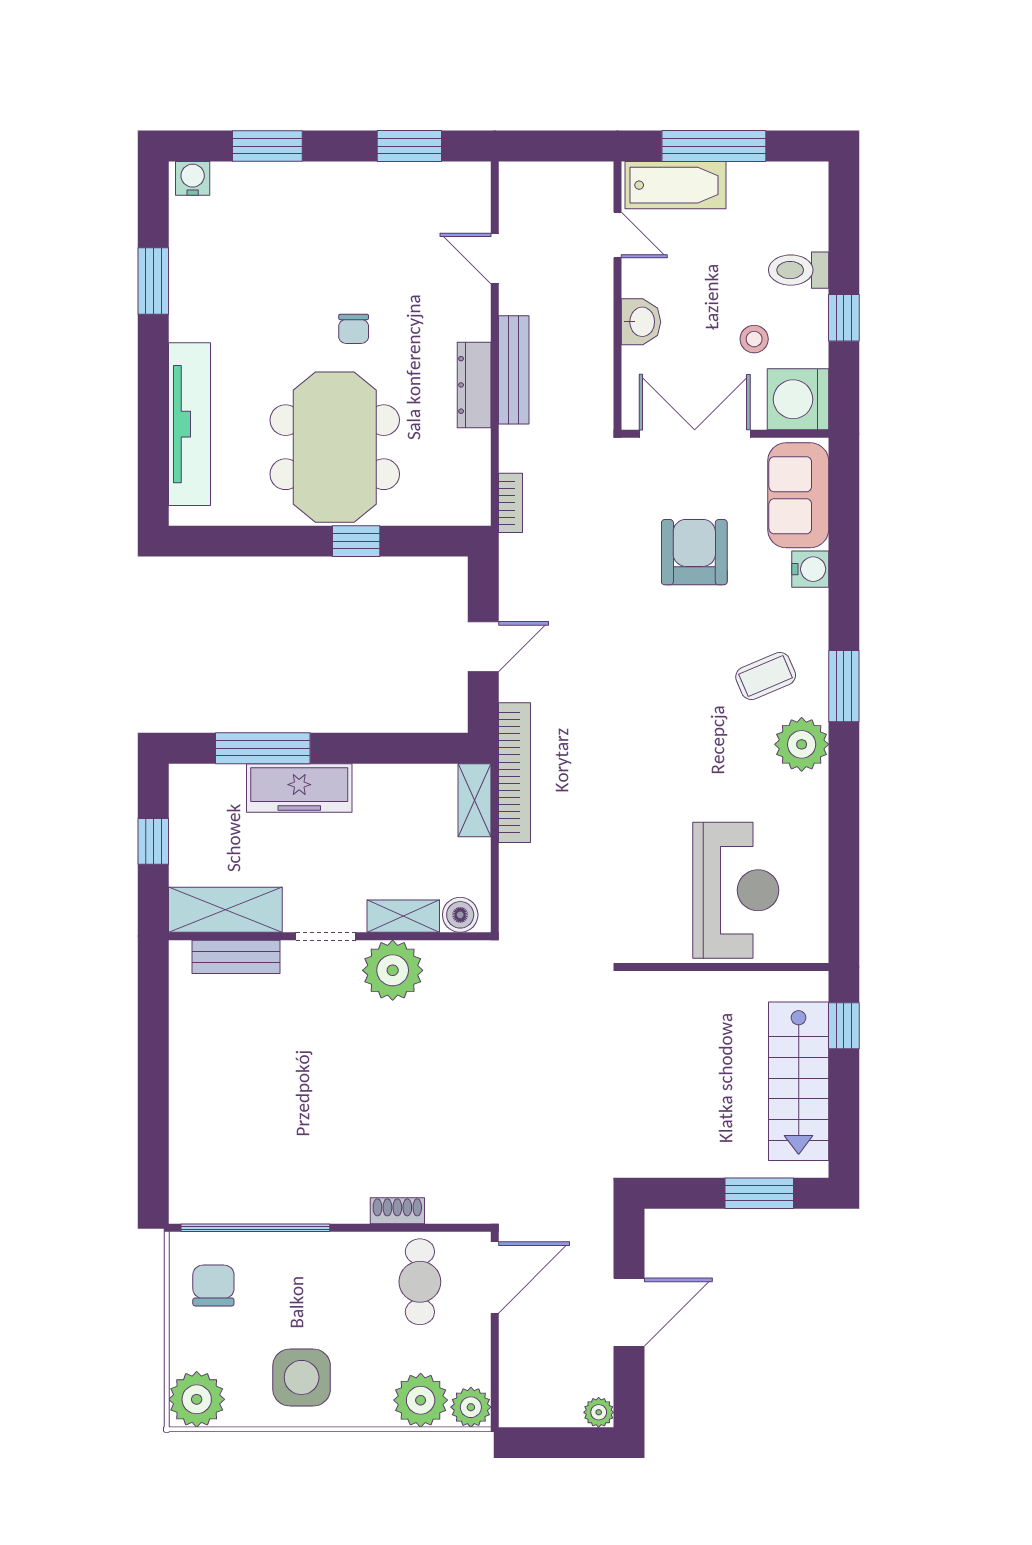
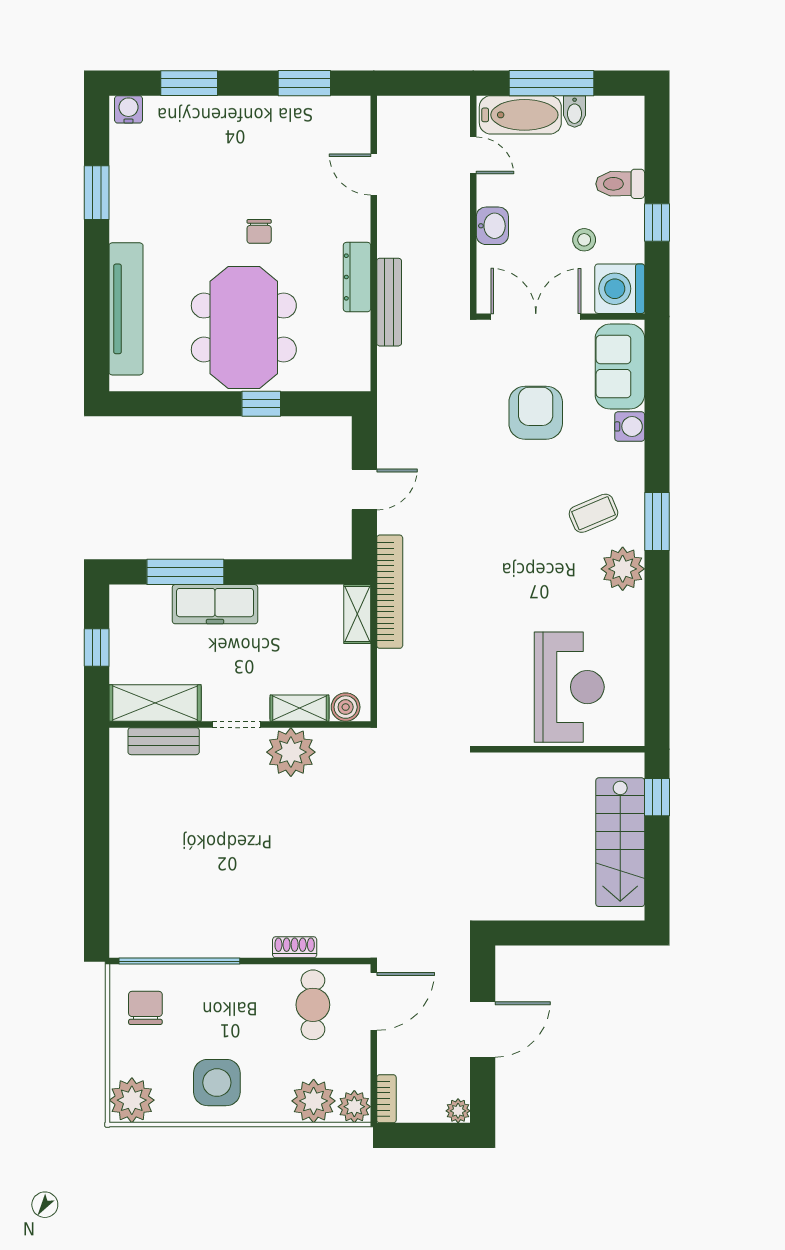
bidet: (742, 181) -> (575, 111), added
bench: (514, 370) -> (389, 302), moved
bookcase: (511, 503) -> (386, 1099), moved
window: (759, 1193) -> (588, 933), removed

